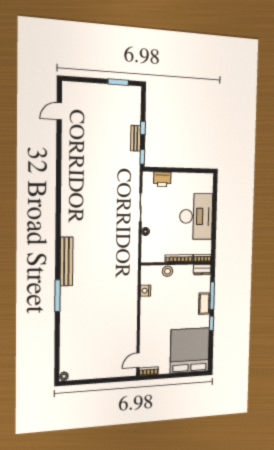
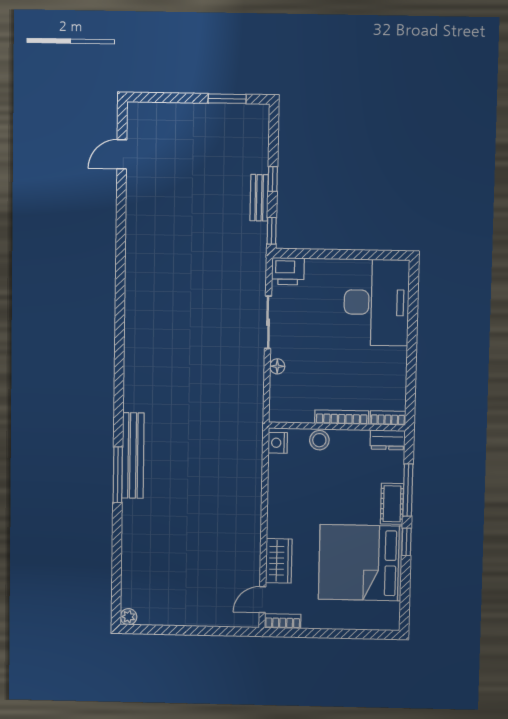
printer: (162, 179) -> (288, 271), moved
desk: (196, 216) -> (376, 302), moved
bench: (66, 261) -> (133, 456), moved
nightstand: (145, 291) -> (278, 443), moved
wardrobe: (146, 338) -> (279, 561), added
bed: (190, 350) -> (360, 563), moved, turned -90

